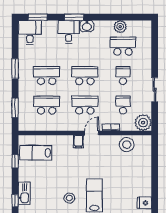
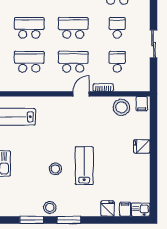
plant: (143, 123) -> (140, 82), removed
filing cabinet: (78, 142) -> (142, 104), moved
fridge: (144, 203) -> (142, 147), moved

